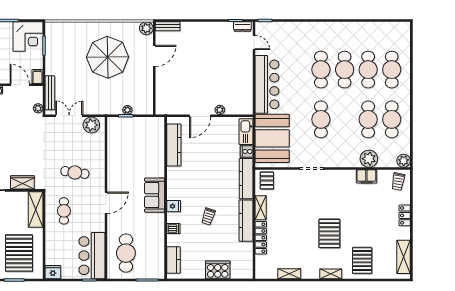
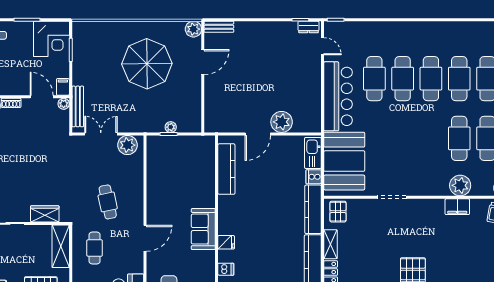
plant: (38, 108) -> (64, 104), moved
plant: (220, 110) -> (282, 122), width x1.87, depth x1.87
cafe table: (321, 119) -> (374, 79), moved
cafe table: (75, 172) -> (108, 202), turned 70
trolley: (208, 217) -> (268, 255), removed

